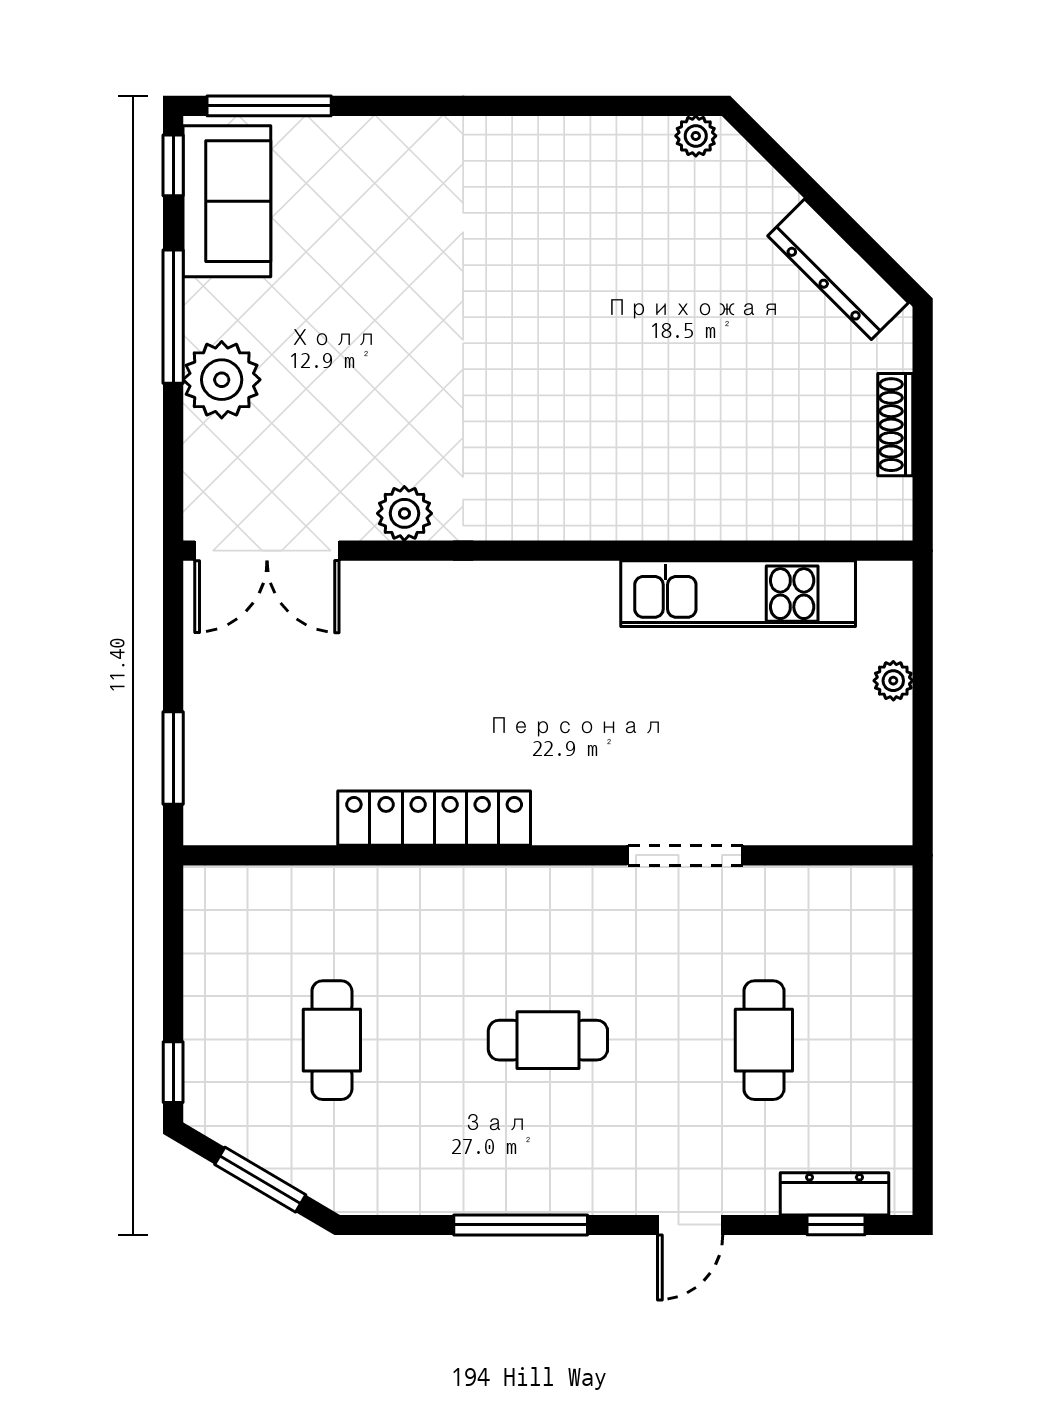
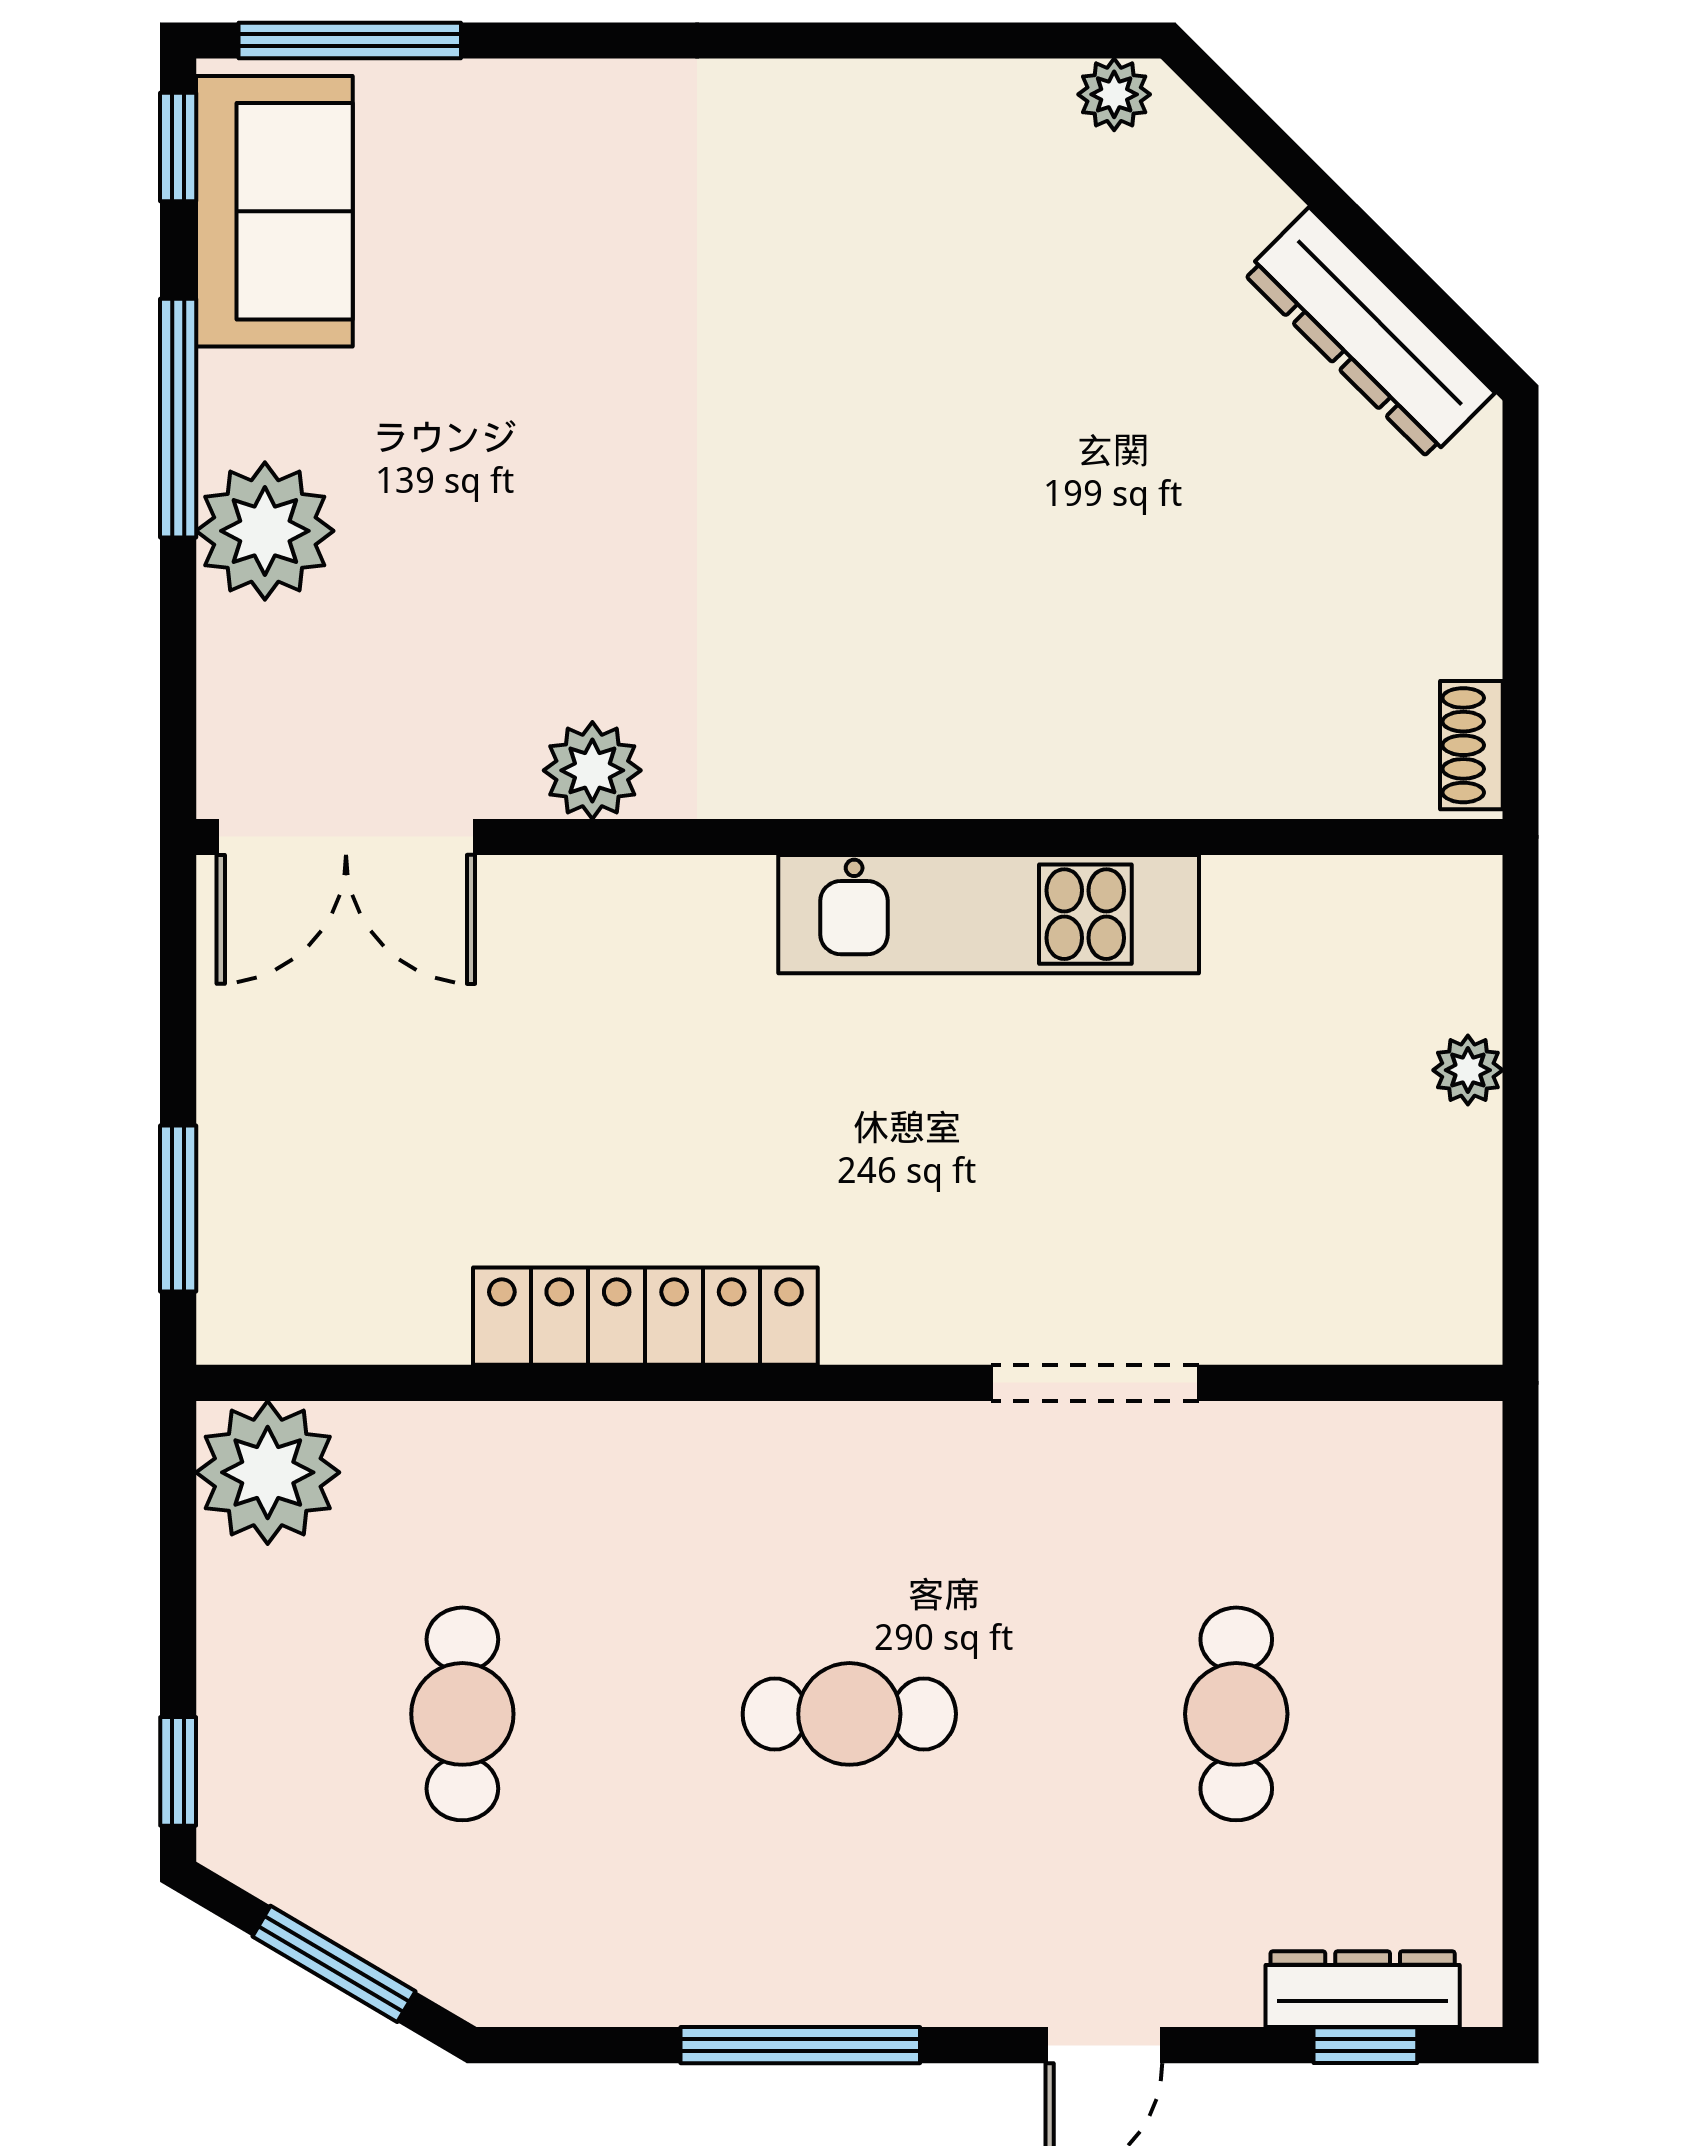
shoe rack: (895, 425) -> (1471, 745), moved, width x0.70
kitchen unit: (738, 594) -> (989, 914), moved
plant: (223, 905) -> (268, 1472), added

